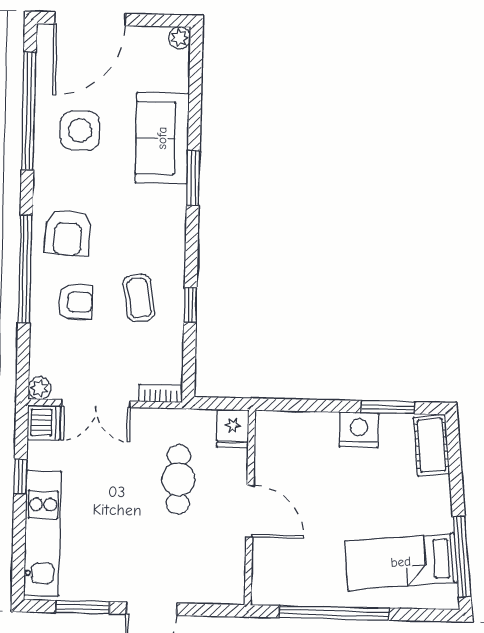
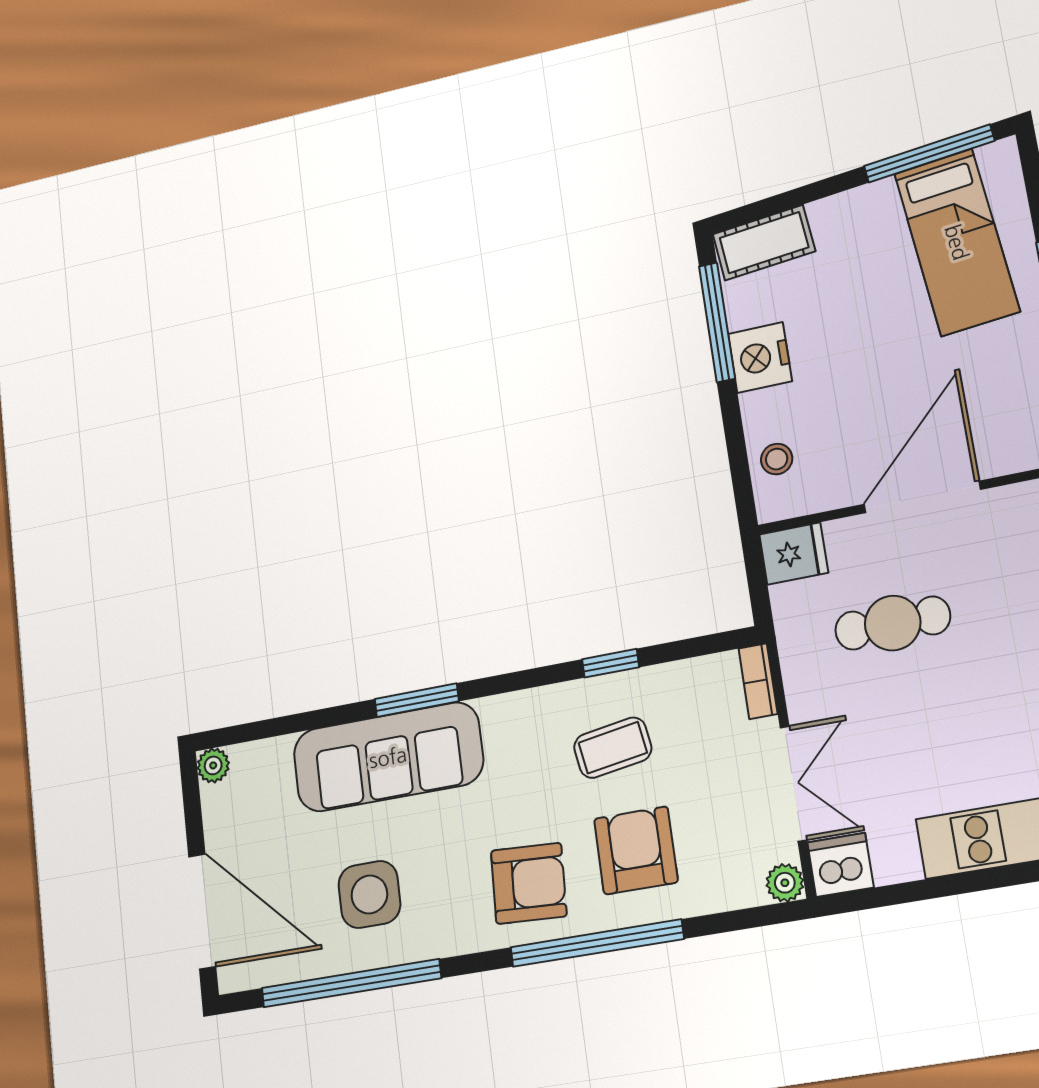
sofa: (162, 138) -> (388, 757), width x1.36
armchair: (75, 302) -> (636, 850), width x1.38, depth x1.38
window: (388, 407) -> (717, 322), width x1.44
stool: (293, 429) -> (777, 459), added
window: (20, 477) -> (939, 887), removed
door: (250, 511) -> (922, 497), width x1.36

